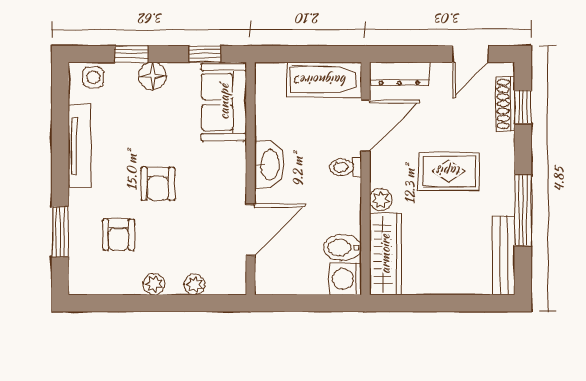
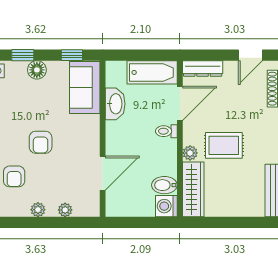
washbasin: (269, 165) -> (115, 104), moved
rug: (449, 171) -> (224, 145), moved

